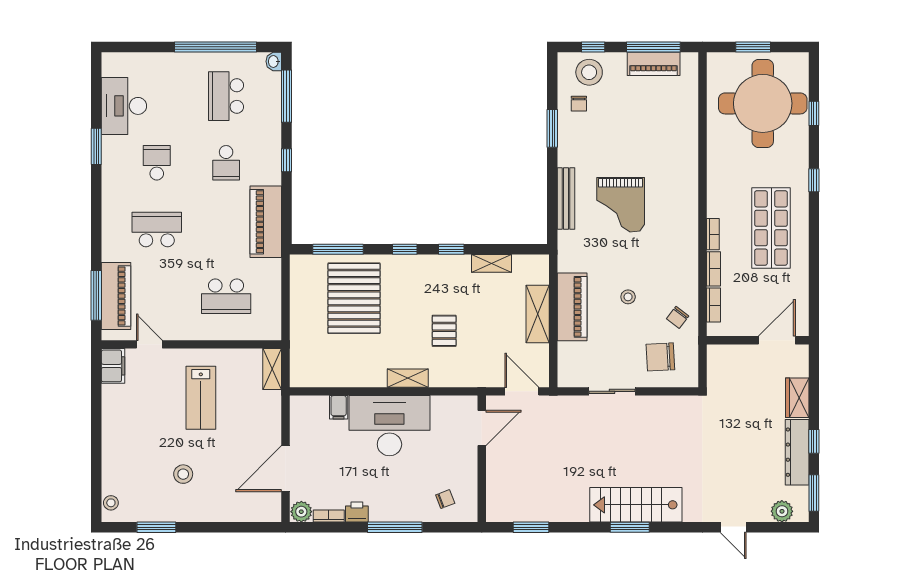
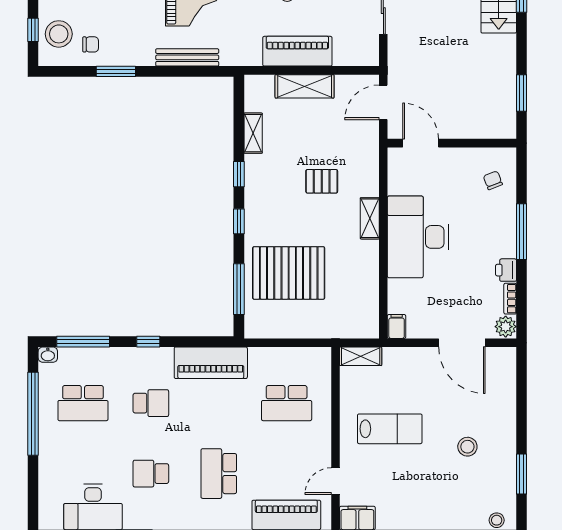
school desk: (226, 296) -> (287, 403), turned 90
filing cabinet: (339, 407) -> (397, 326), moved, turned -90

